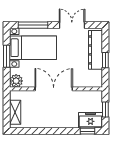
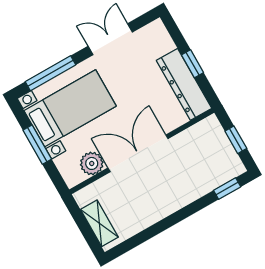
dresser: (96, 50) -> (184, 84), moved
plant: (16, 81) -> (92, 163), moved
freezer: (90, 120) -> (222, 169), removed

